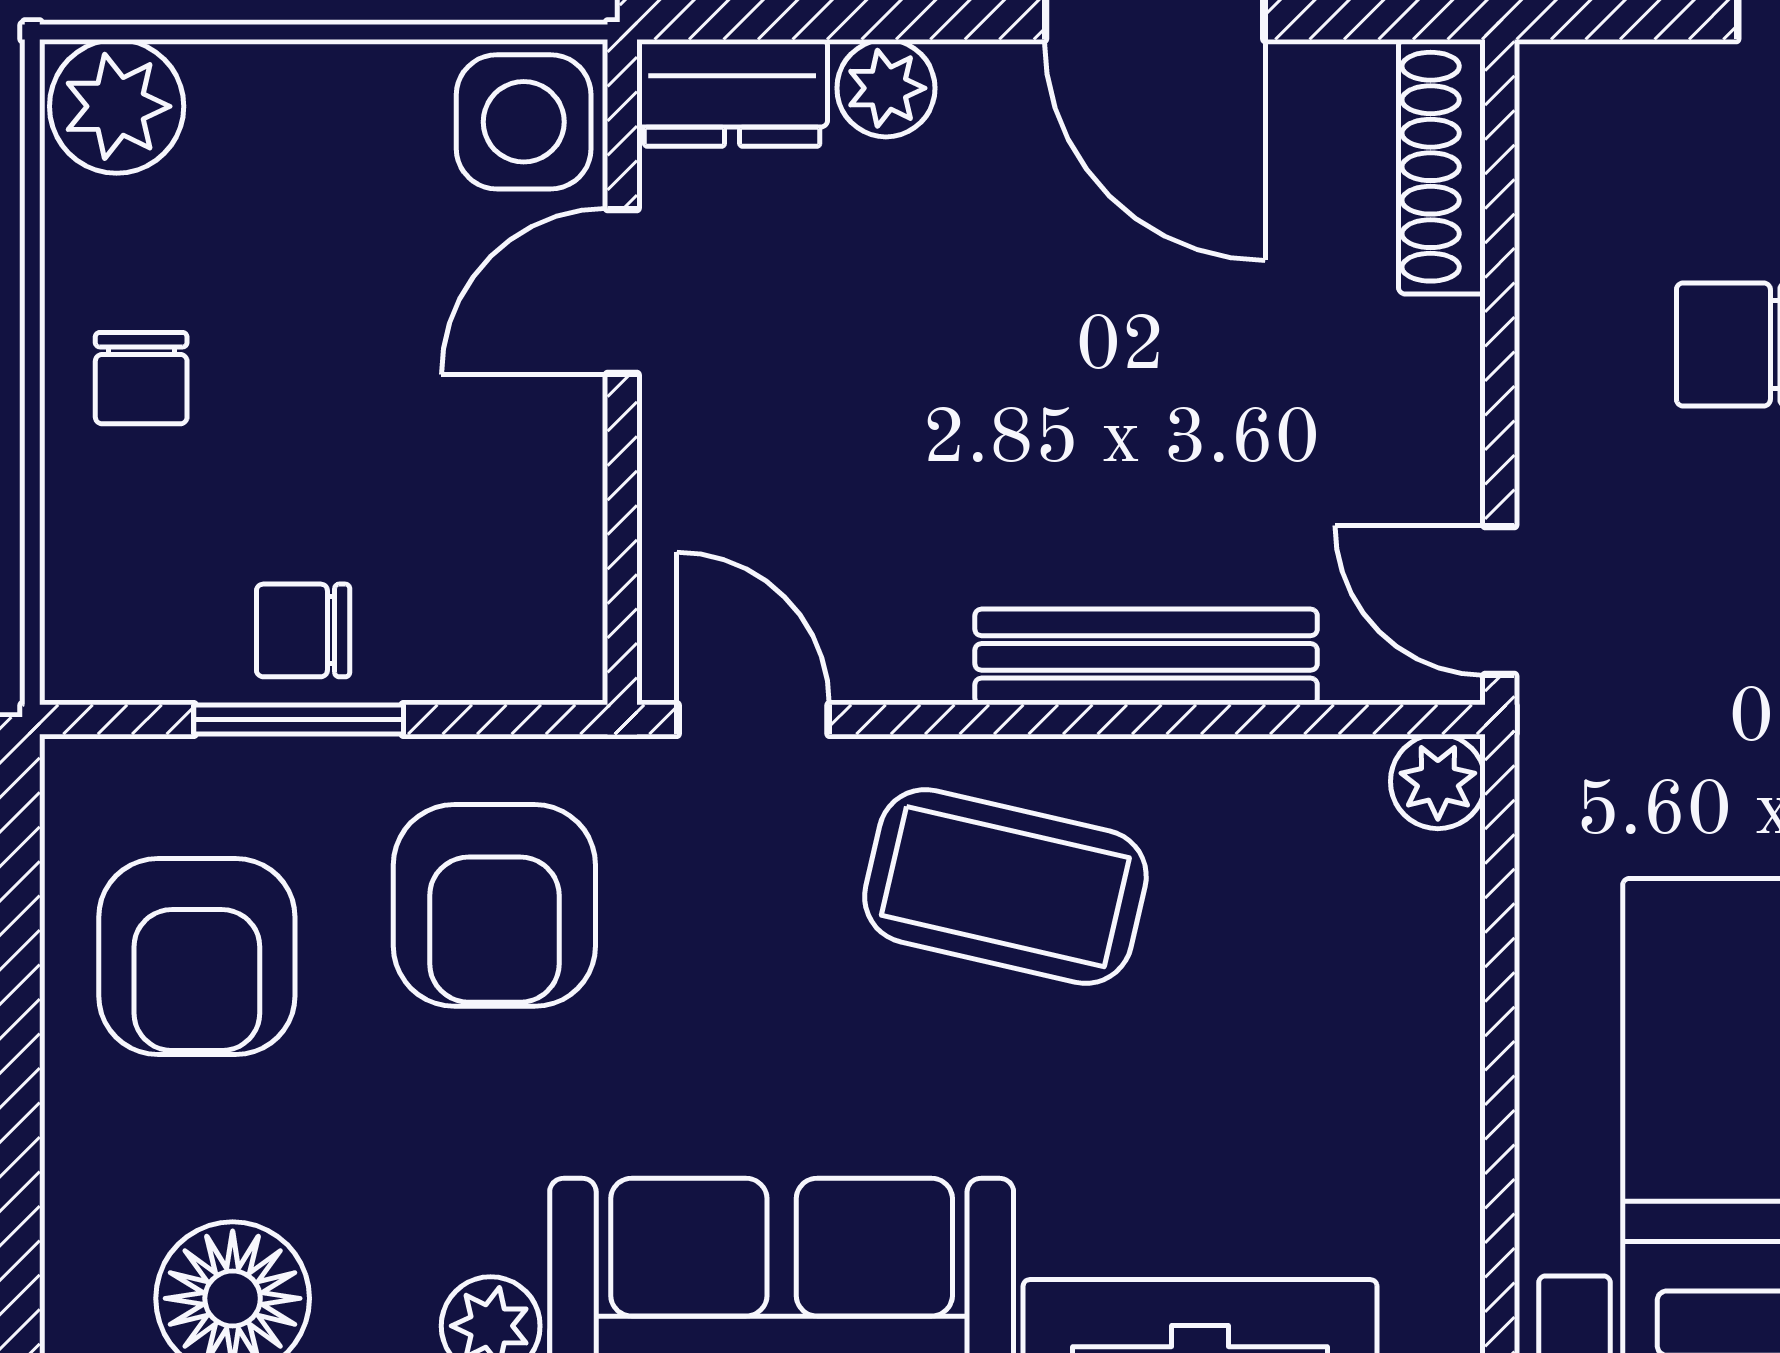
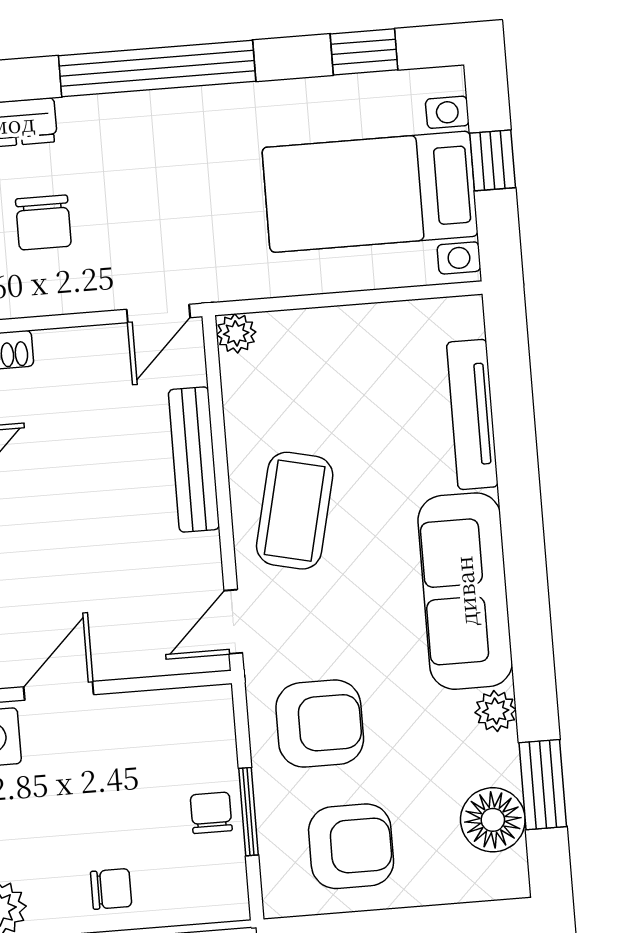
door: (622, 291) -> (59, 691), swing flipped
chair: (303, 630) -> (211, 813), turned 180

